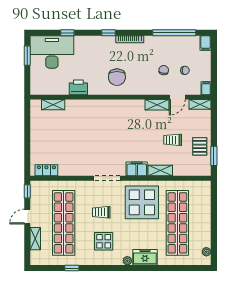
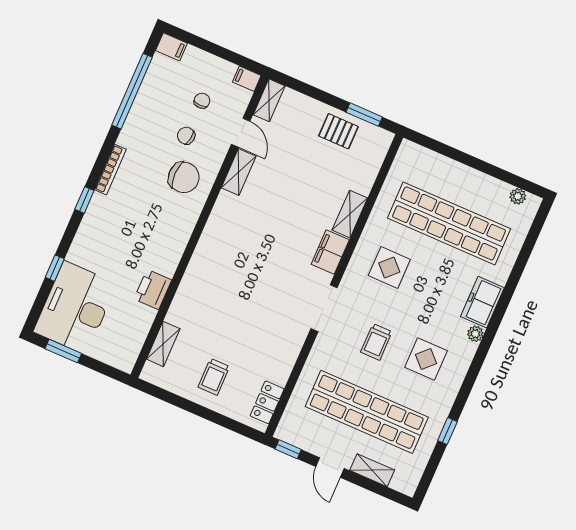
chair: (117, 77) -> (184, 177), moved
trolley: (173, 140) -> (214, 377), moved
display table: (142, 202) -> (389, 268), width x0.54, depth x0.54

